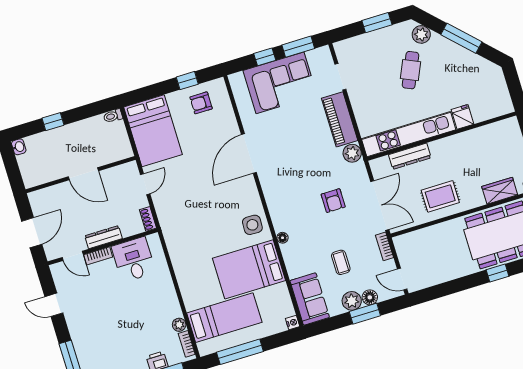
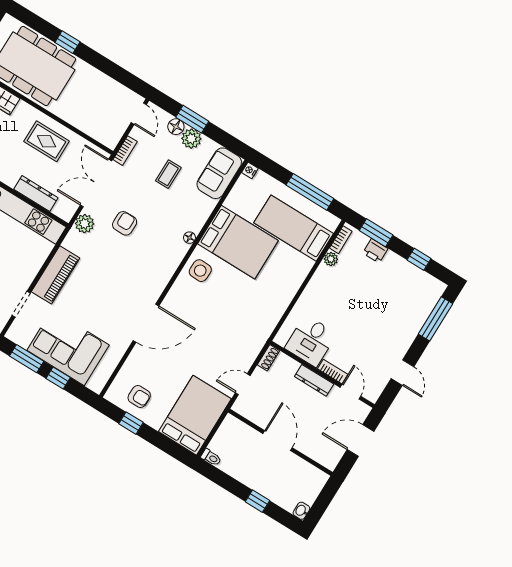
plant: (352, 153) -> (85, 224), moved

